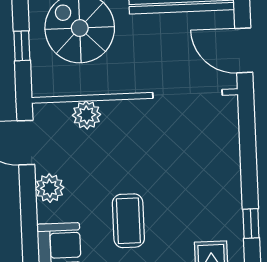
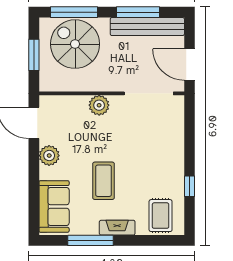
window: (22, 46) -> (34, 55), width x1.50
plant: (87, 115) -> (99, 105), moved

